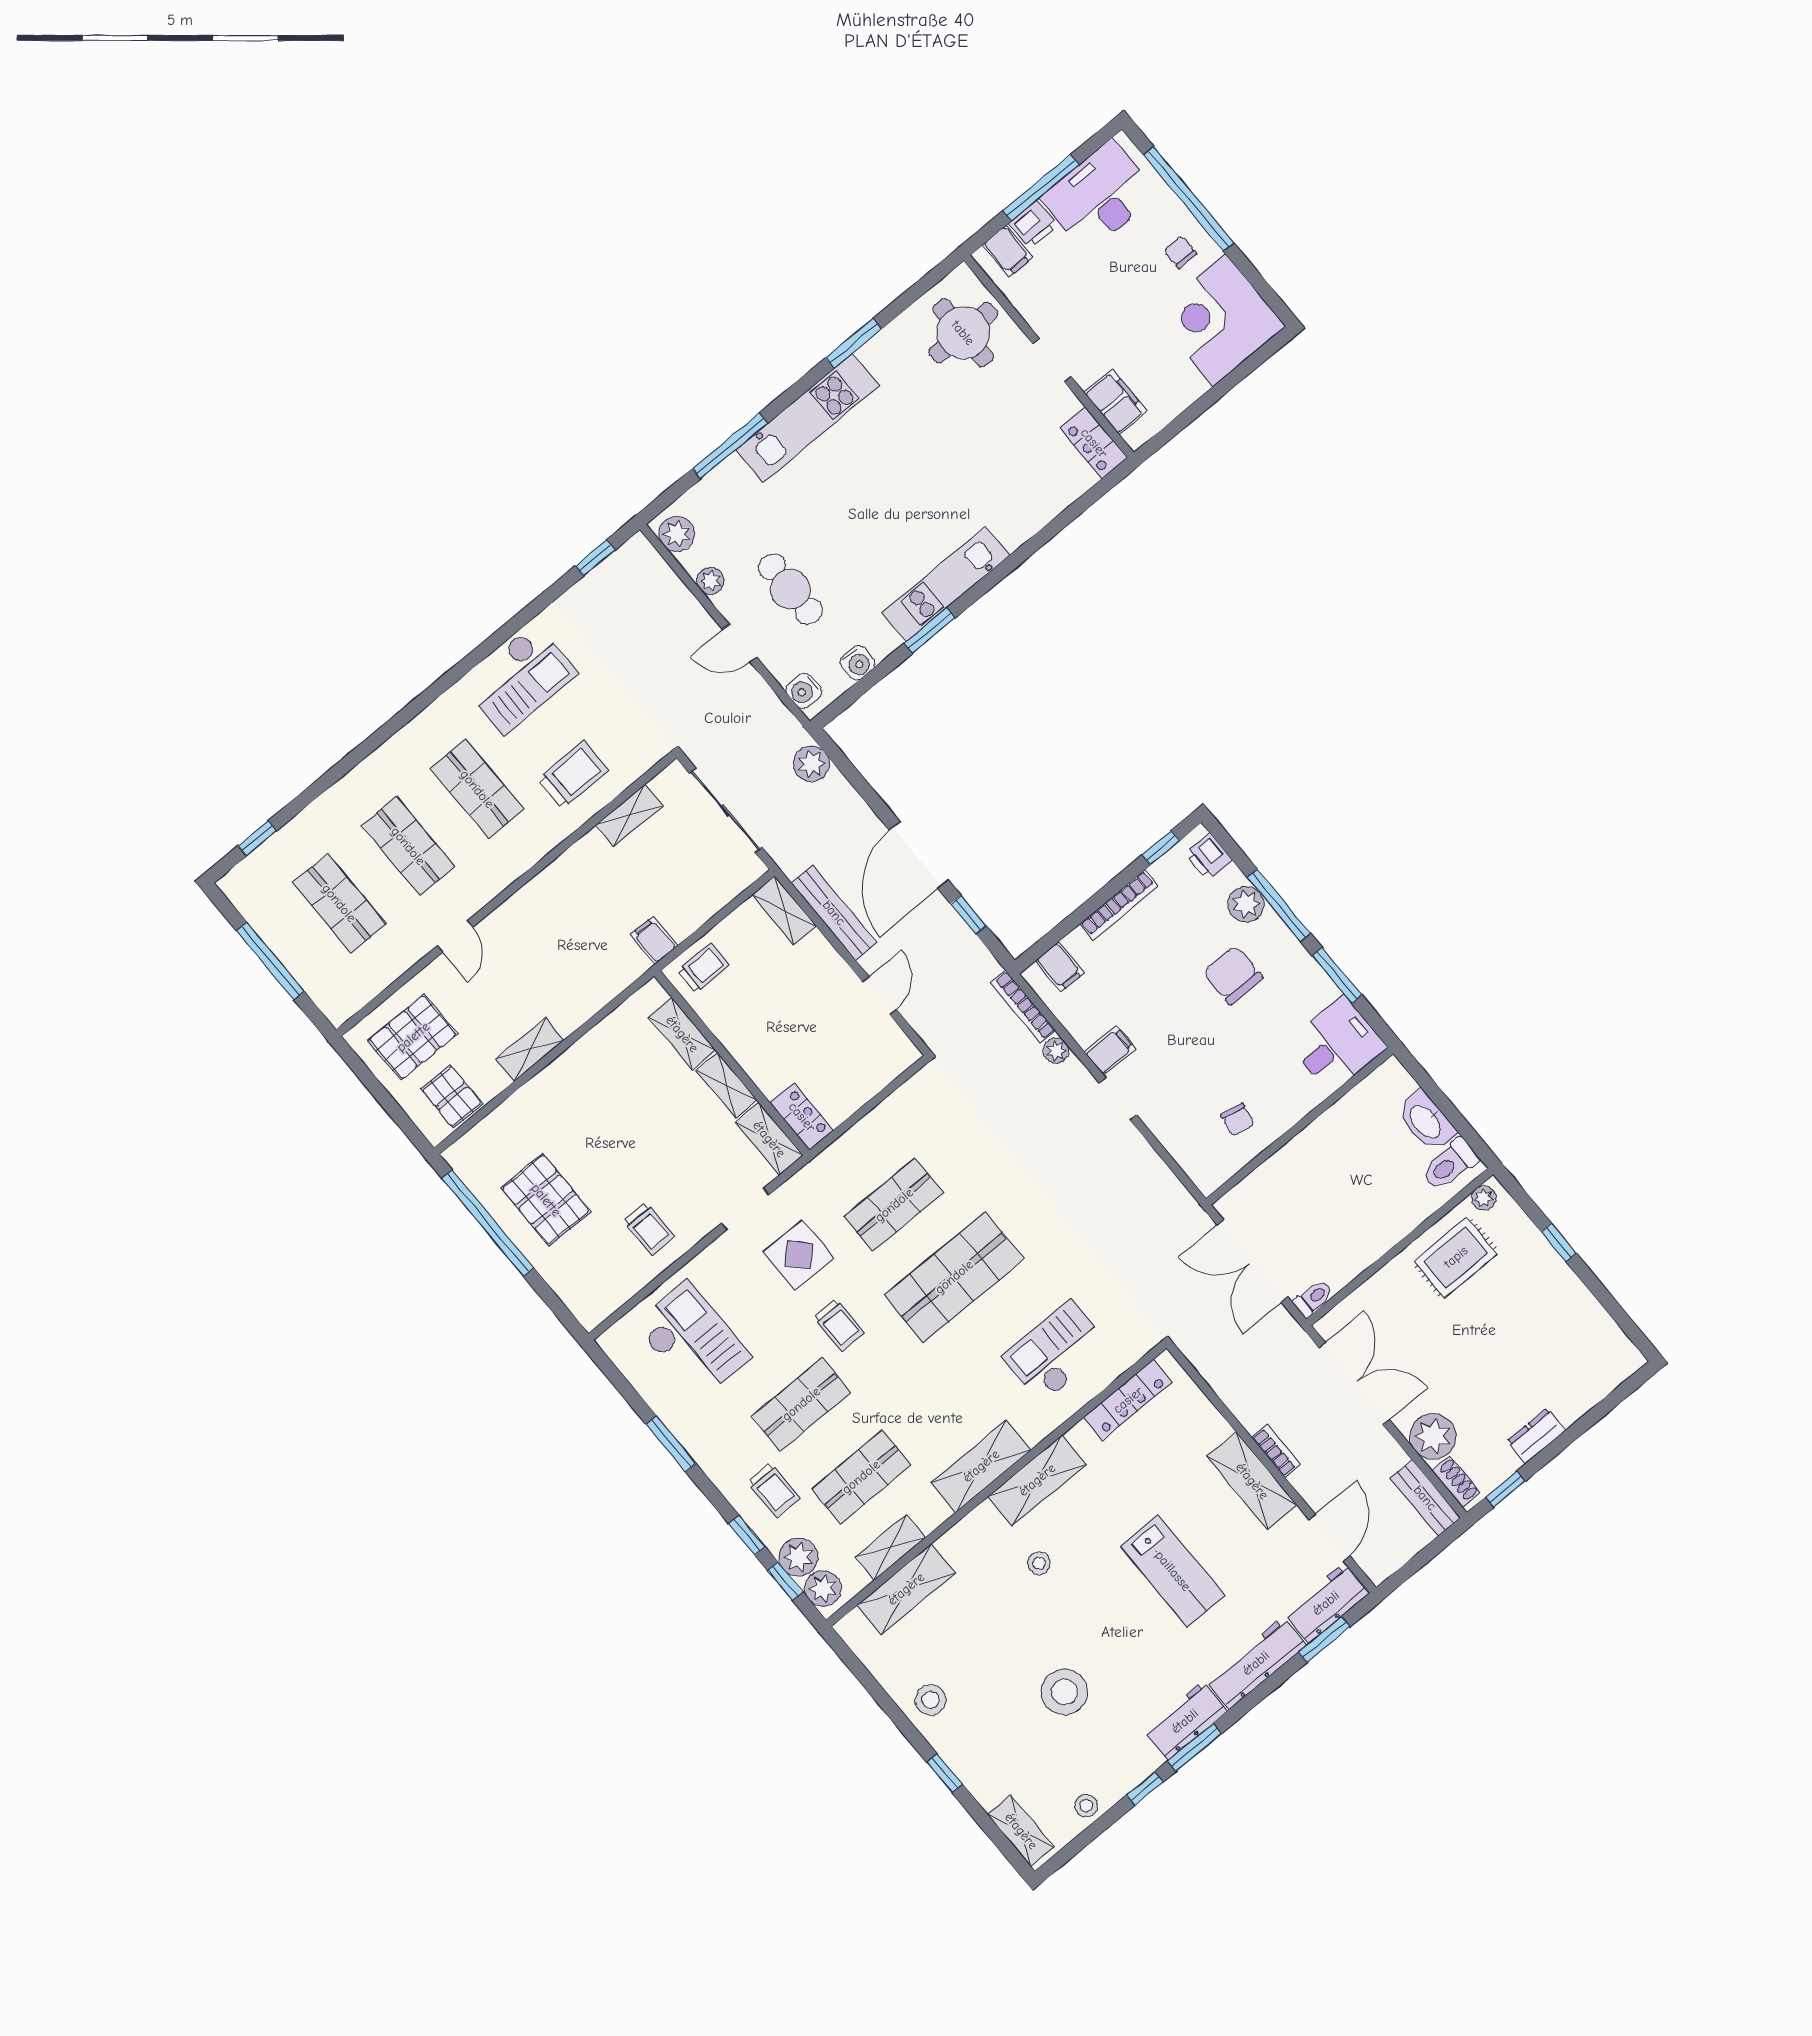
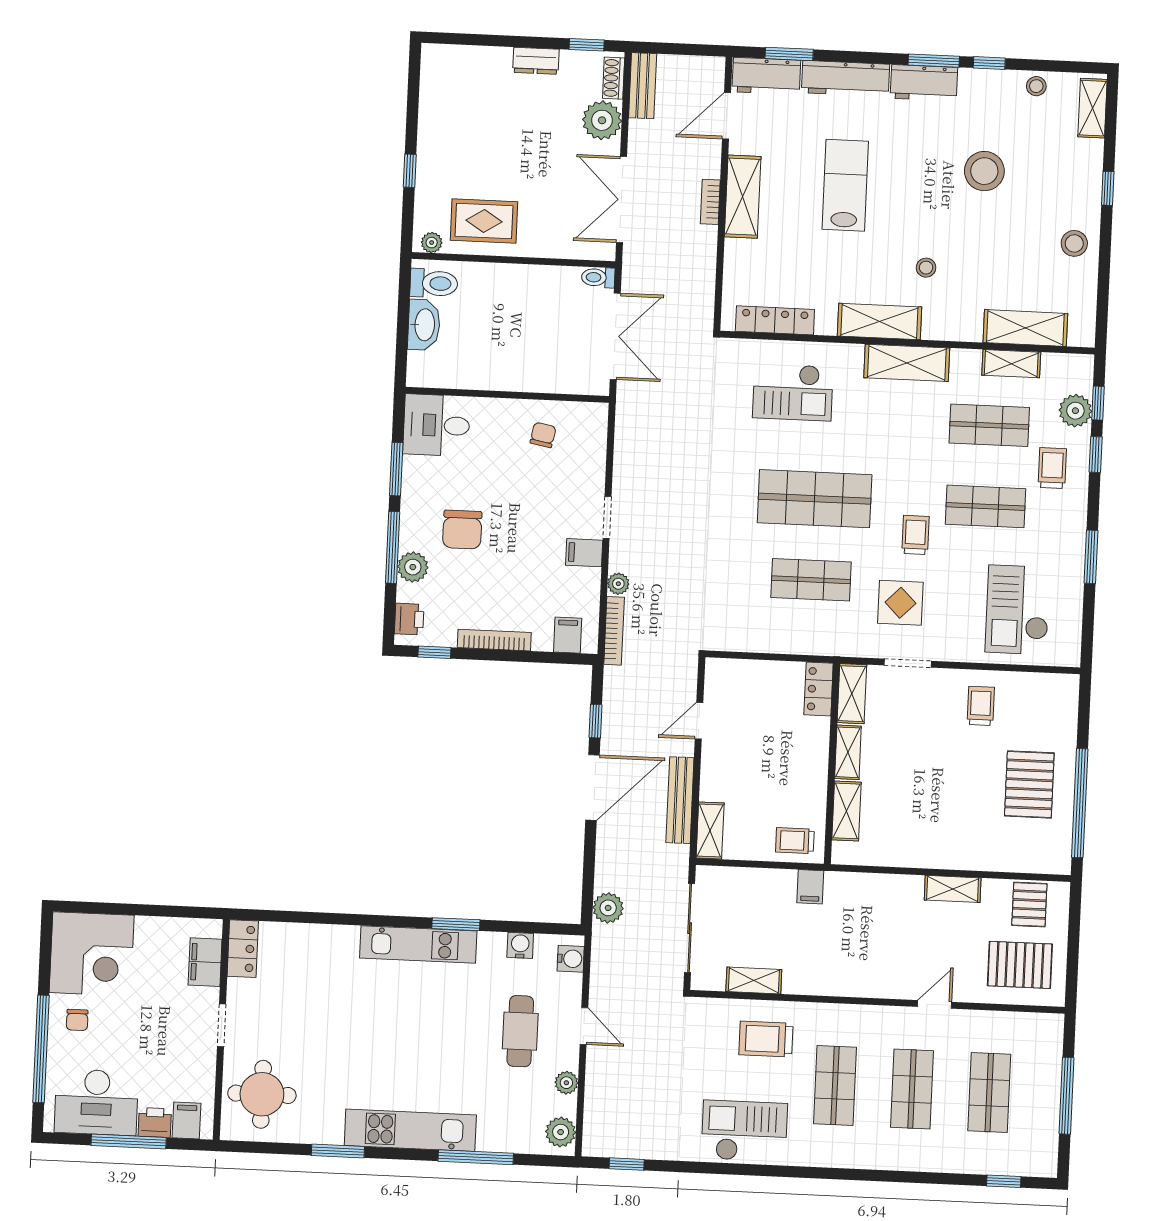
plant: (823, 1589) -> (1078, 377), removed

